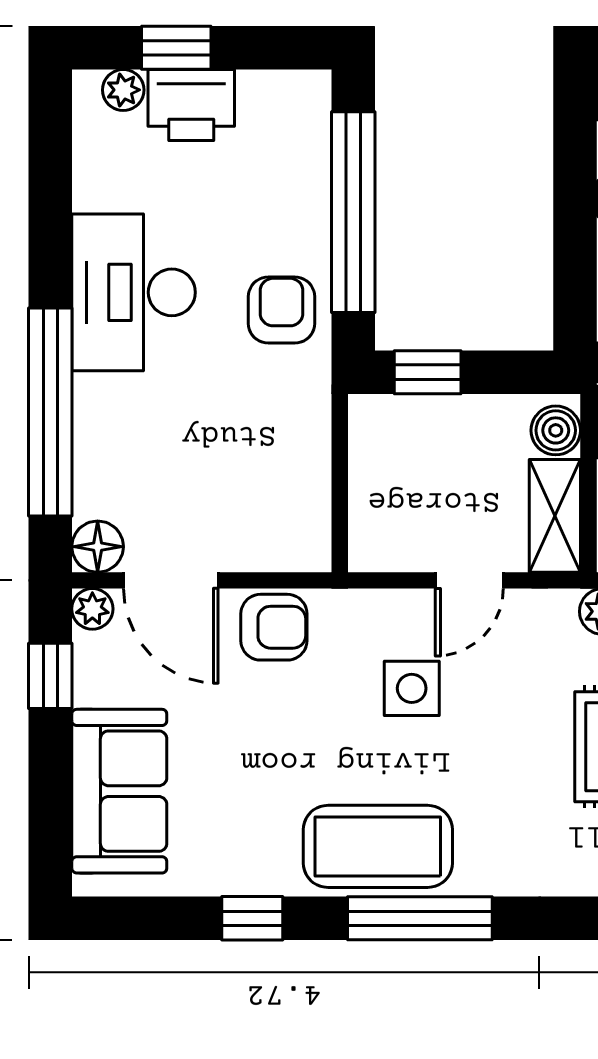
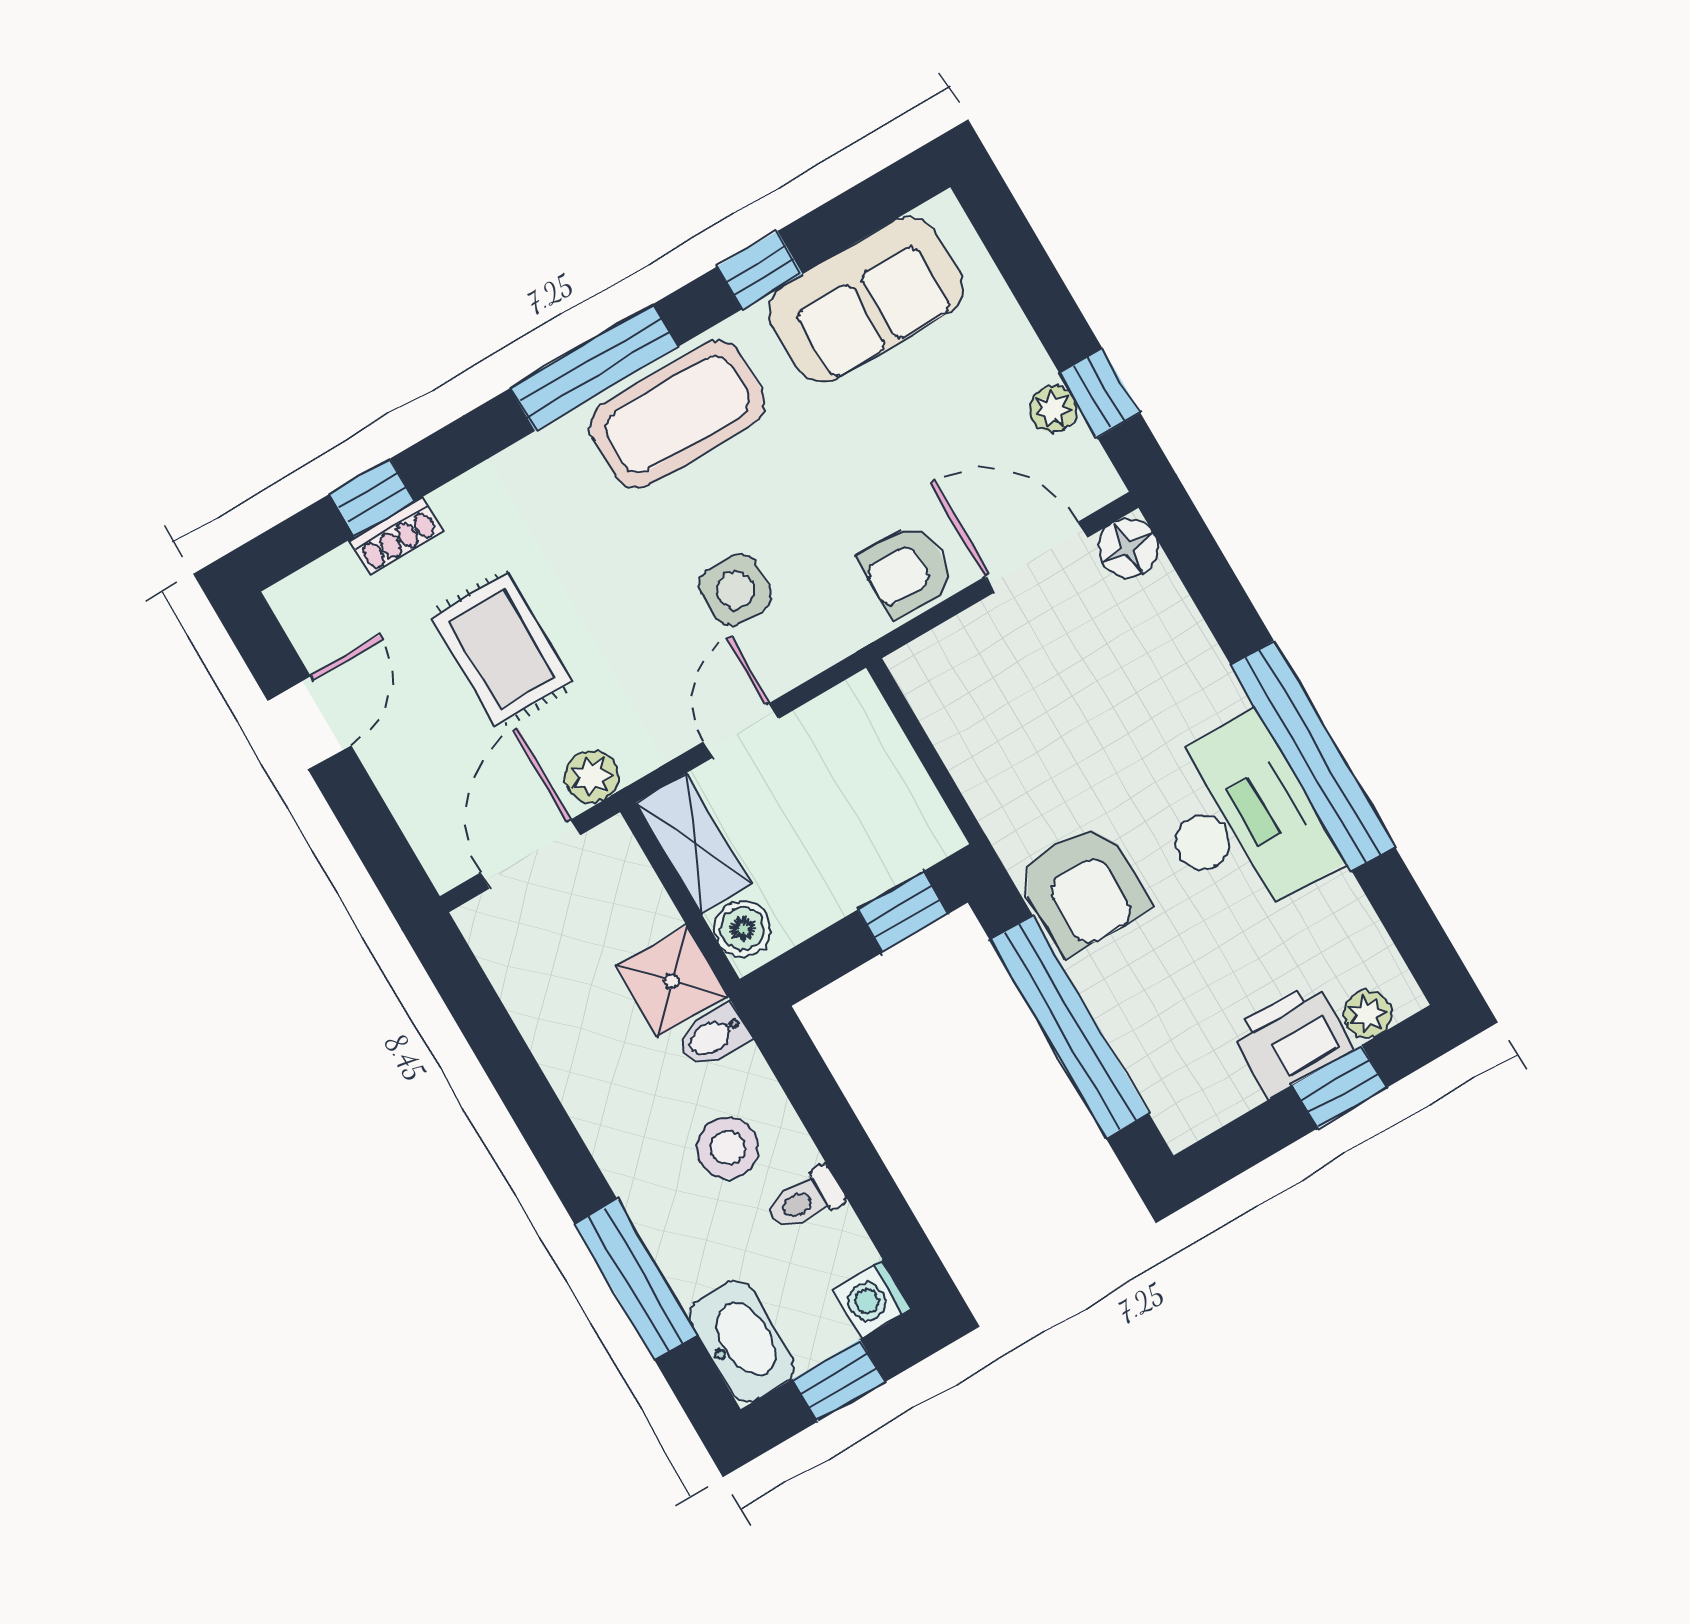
armchair: (282, 310) -> (1083, 888), width x1.38, depth x1.38
window: (50, 412) -> (1313, 756), moved
plant: (92, 609) -> (1053, 409), moved
sofa: (119, 791) -> (866, 300), moved, turned -90

